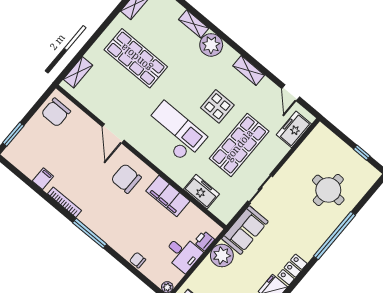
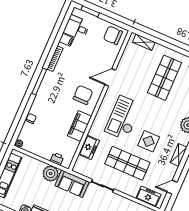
checkout: (175, 132) -> (123, 118), turned 180
desk: (183, 253) -> (77, 28), moved, turned 90

